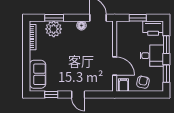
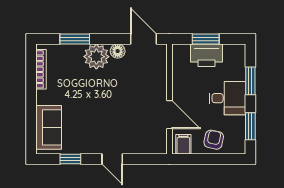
printer: (153, 28) -> (207, 55), moved
plant: (54, 29) -> (96, 57), moved

